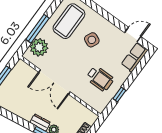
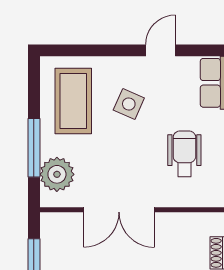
door: (133, 35) -> (161, 50), moved
wheelchair: (100, 79) -> (184, 154), turned -90

